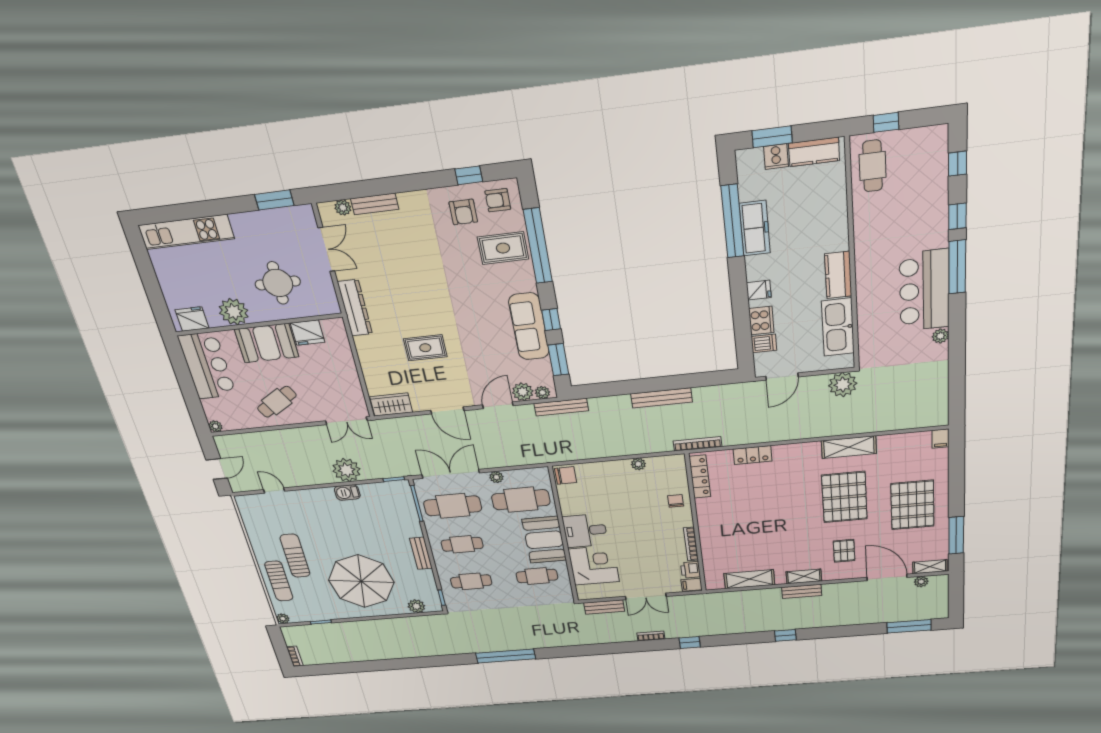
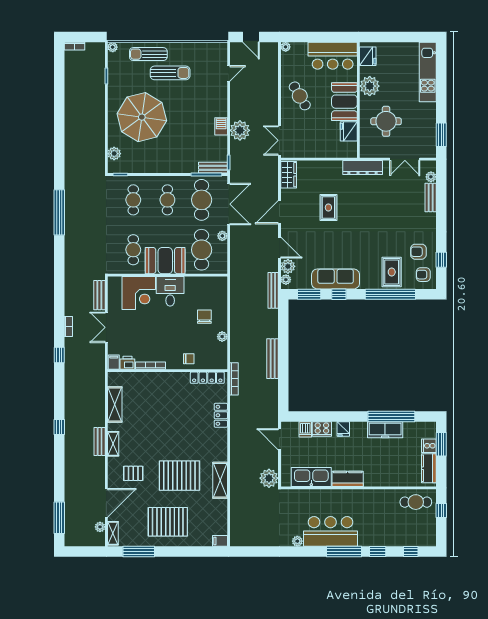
armchair: (498, 200) -> (423, 275), turned -90
chair: (566, 475) -> (204, 317), moved, turned 180
bench: (421, 553) -> (213, 168), moved

